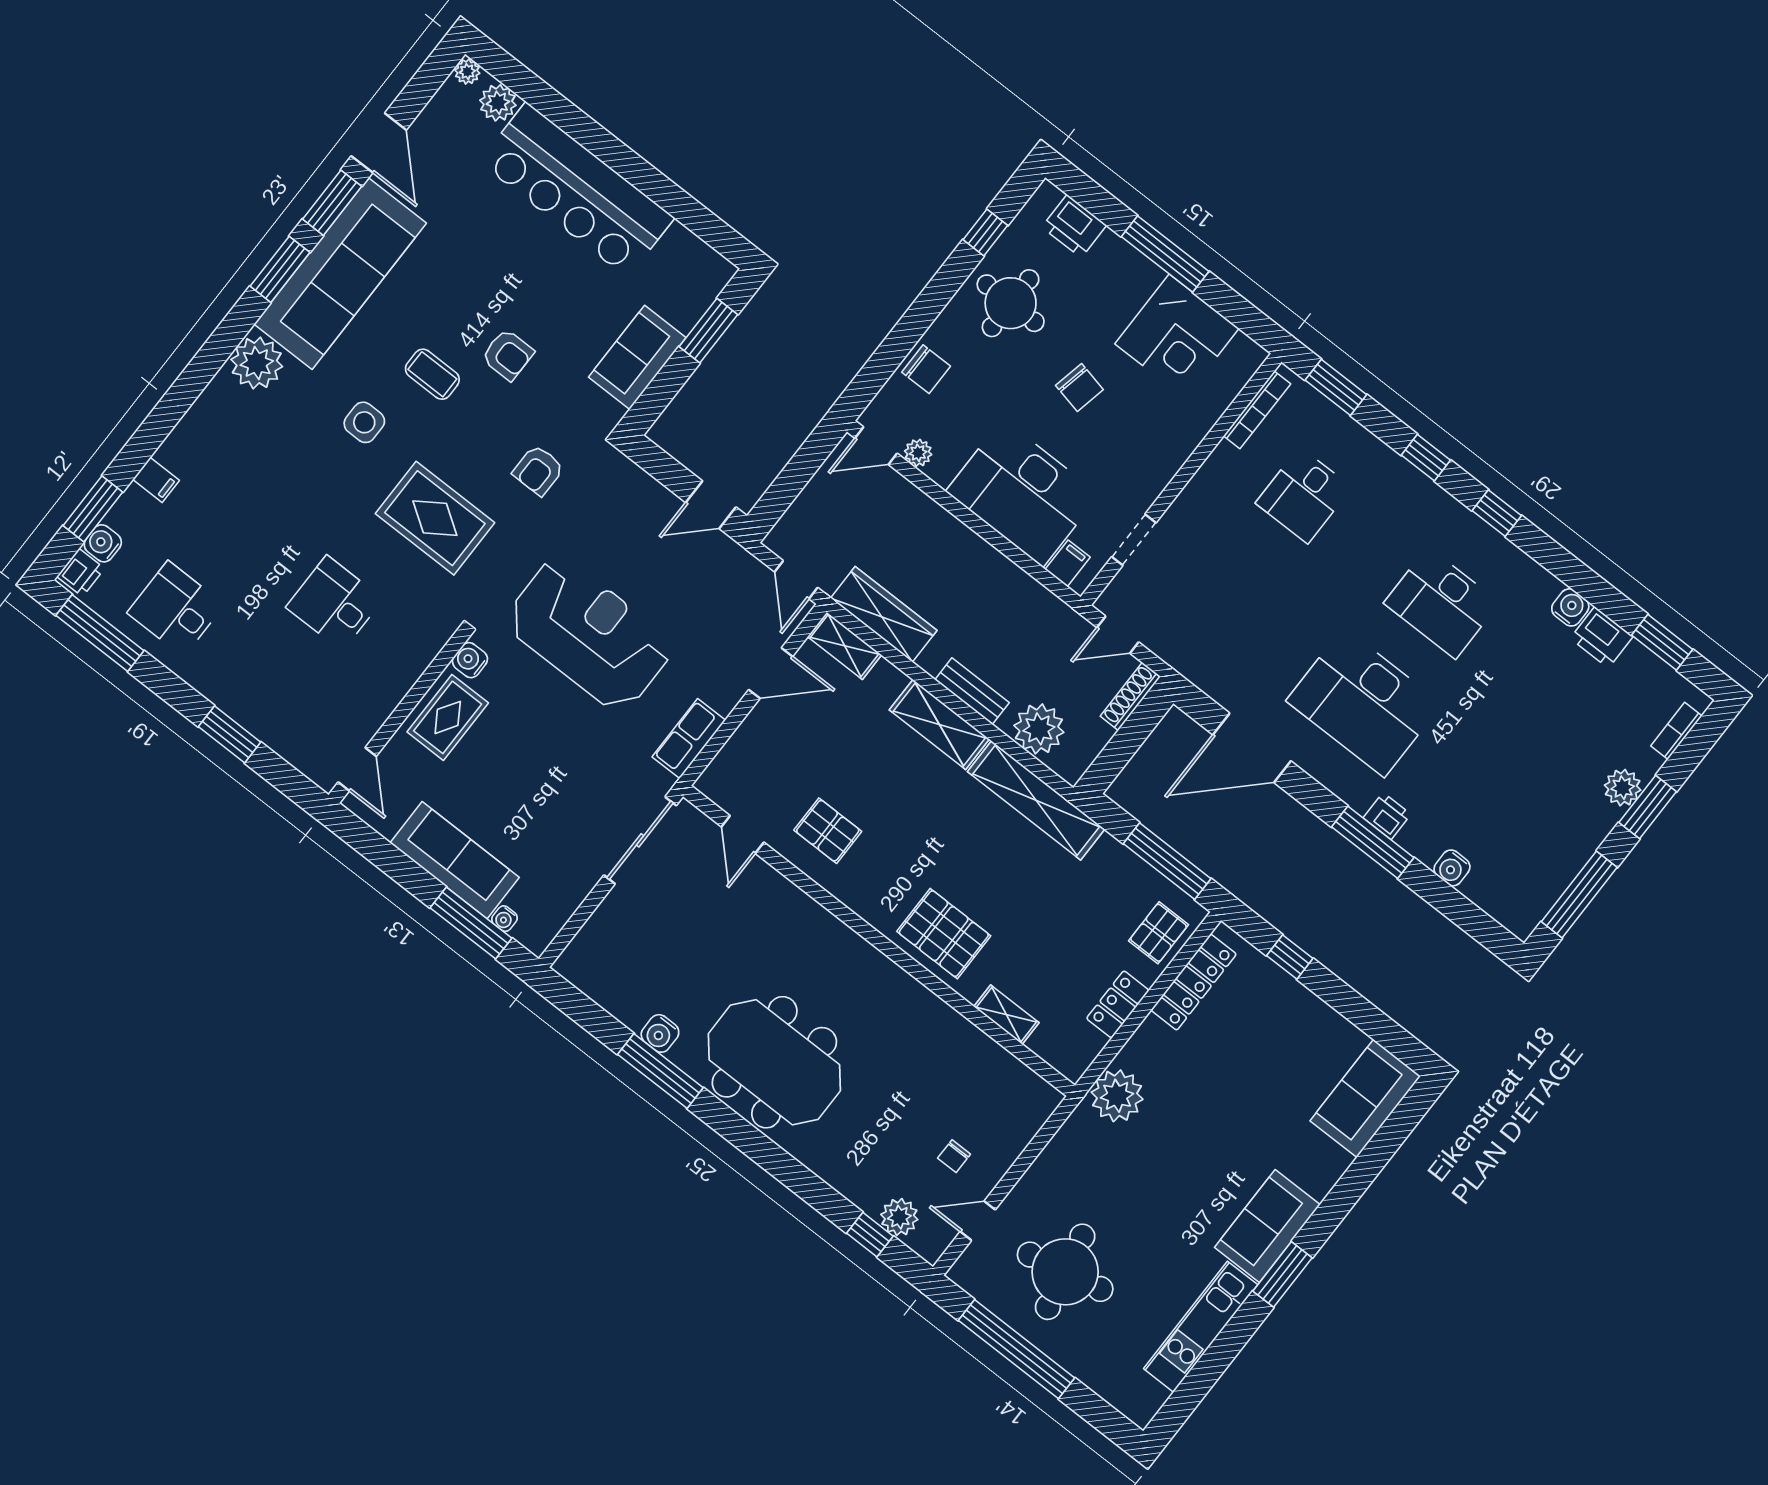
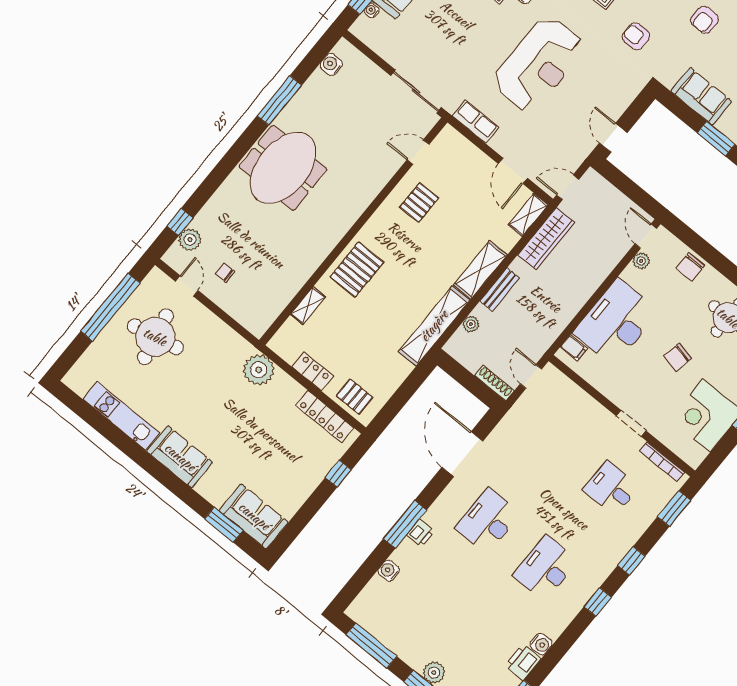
doorway: (1134, 540) -> (631, 423), moved
desk: (1364, 702) -> (488, 521), width x0.73, depth x0.77
plant: (1039, 729) -> (471, 324), width x0.53, depth x0.53
window: (1167, 861) -> (397, 402), removed
water cooler: (660, 1033) -> (331, 64), moved
window: (1282, 1274) -> (224, 525), moved

